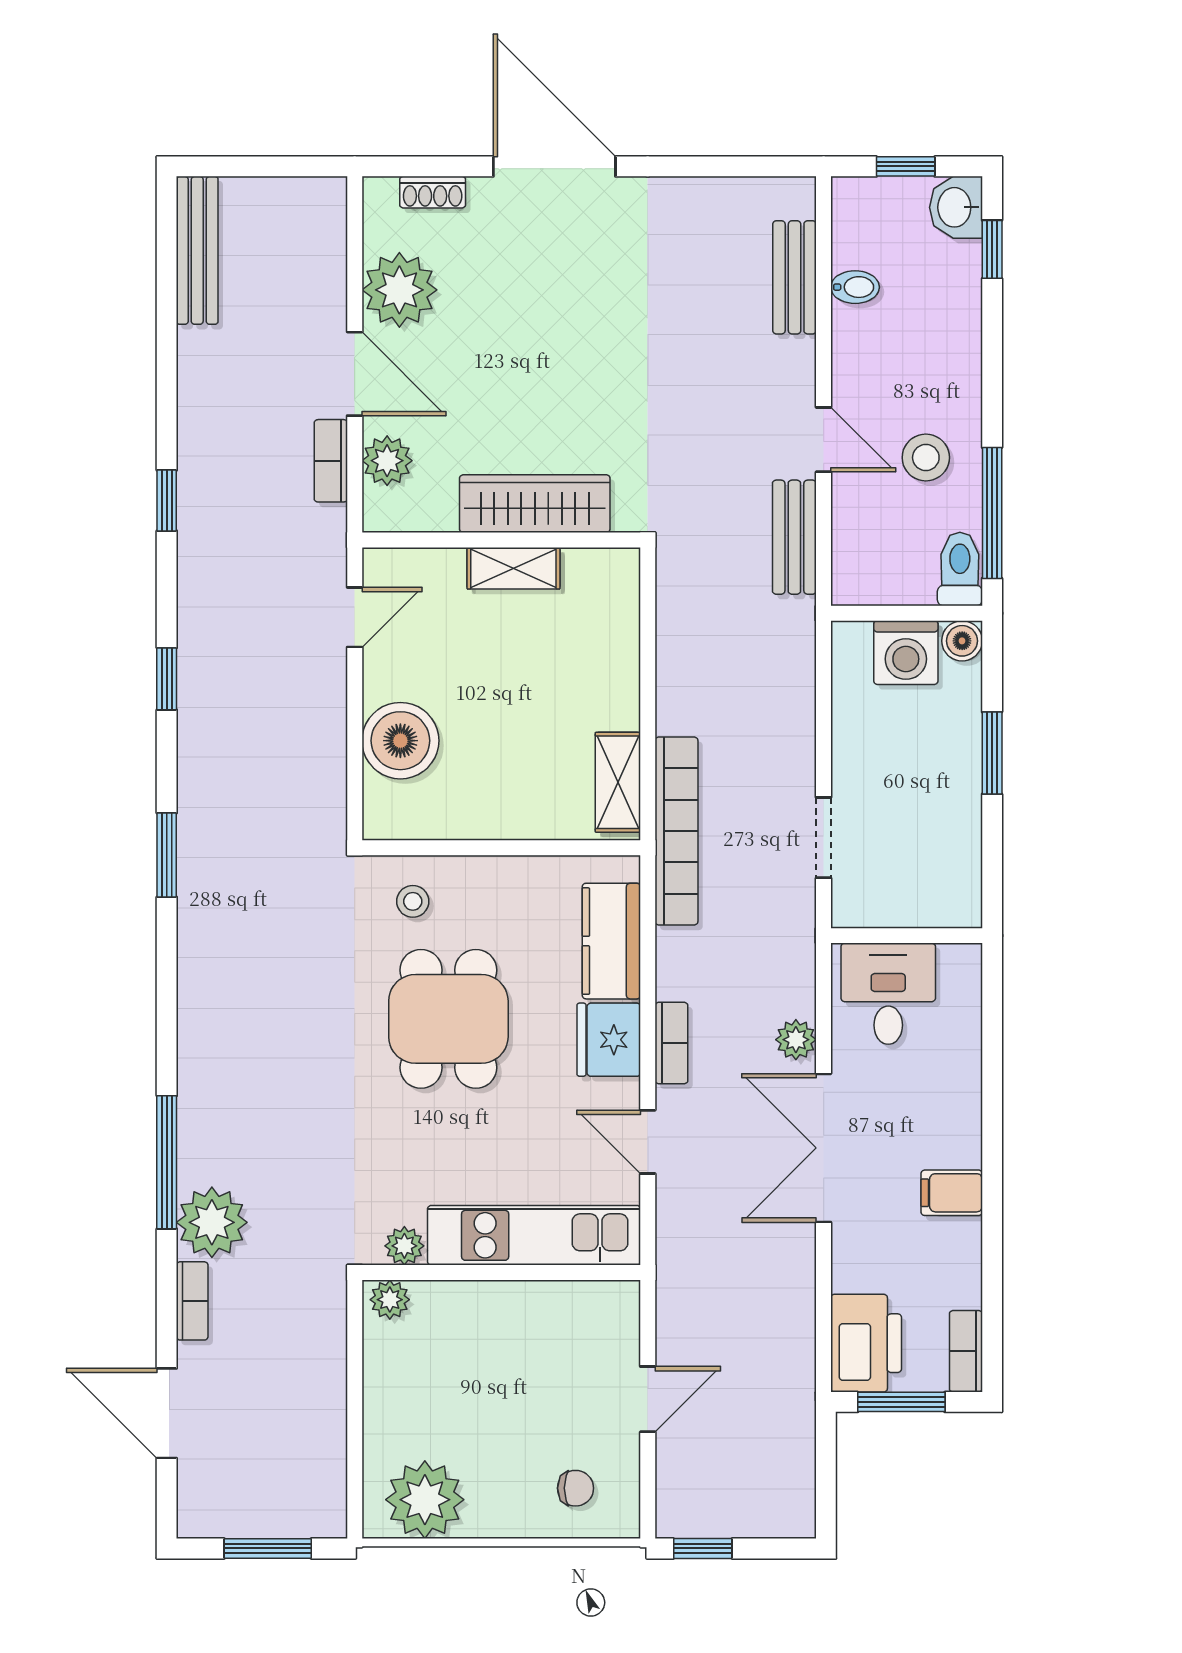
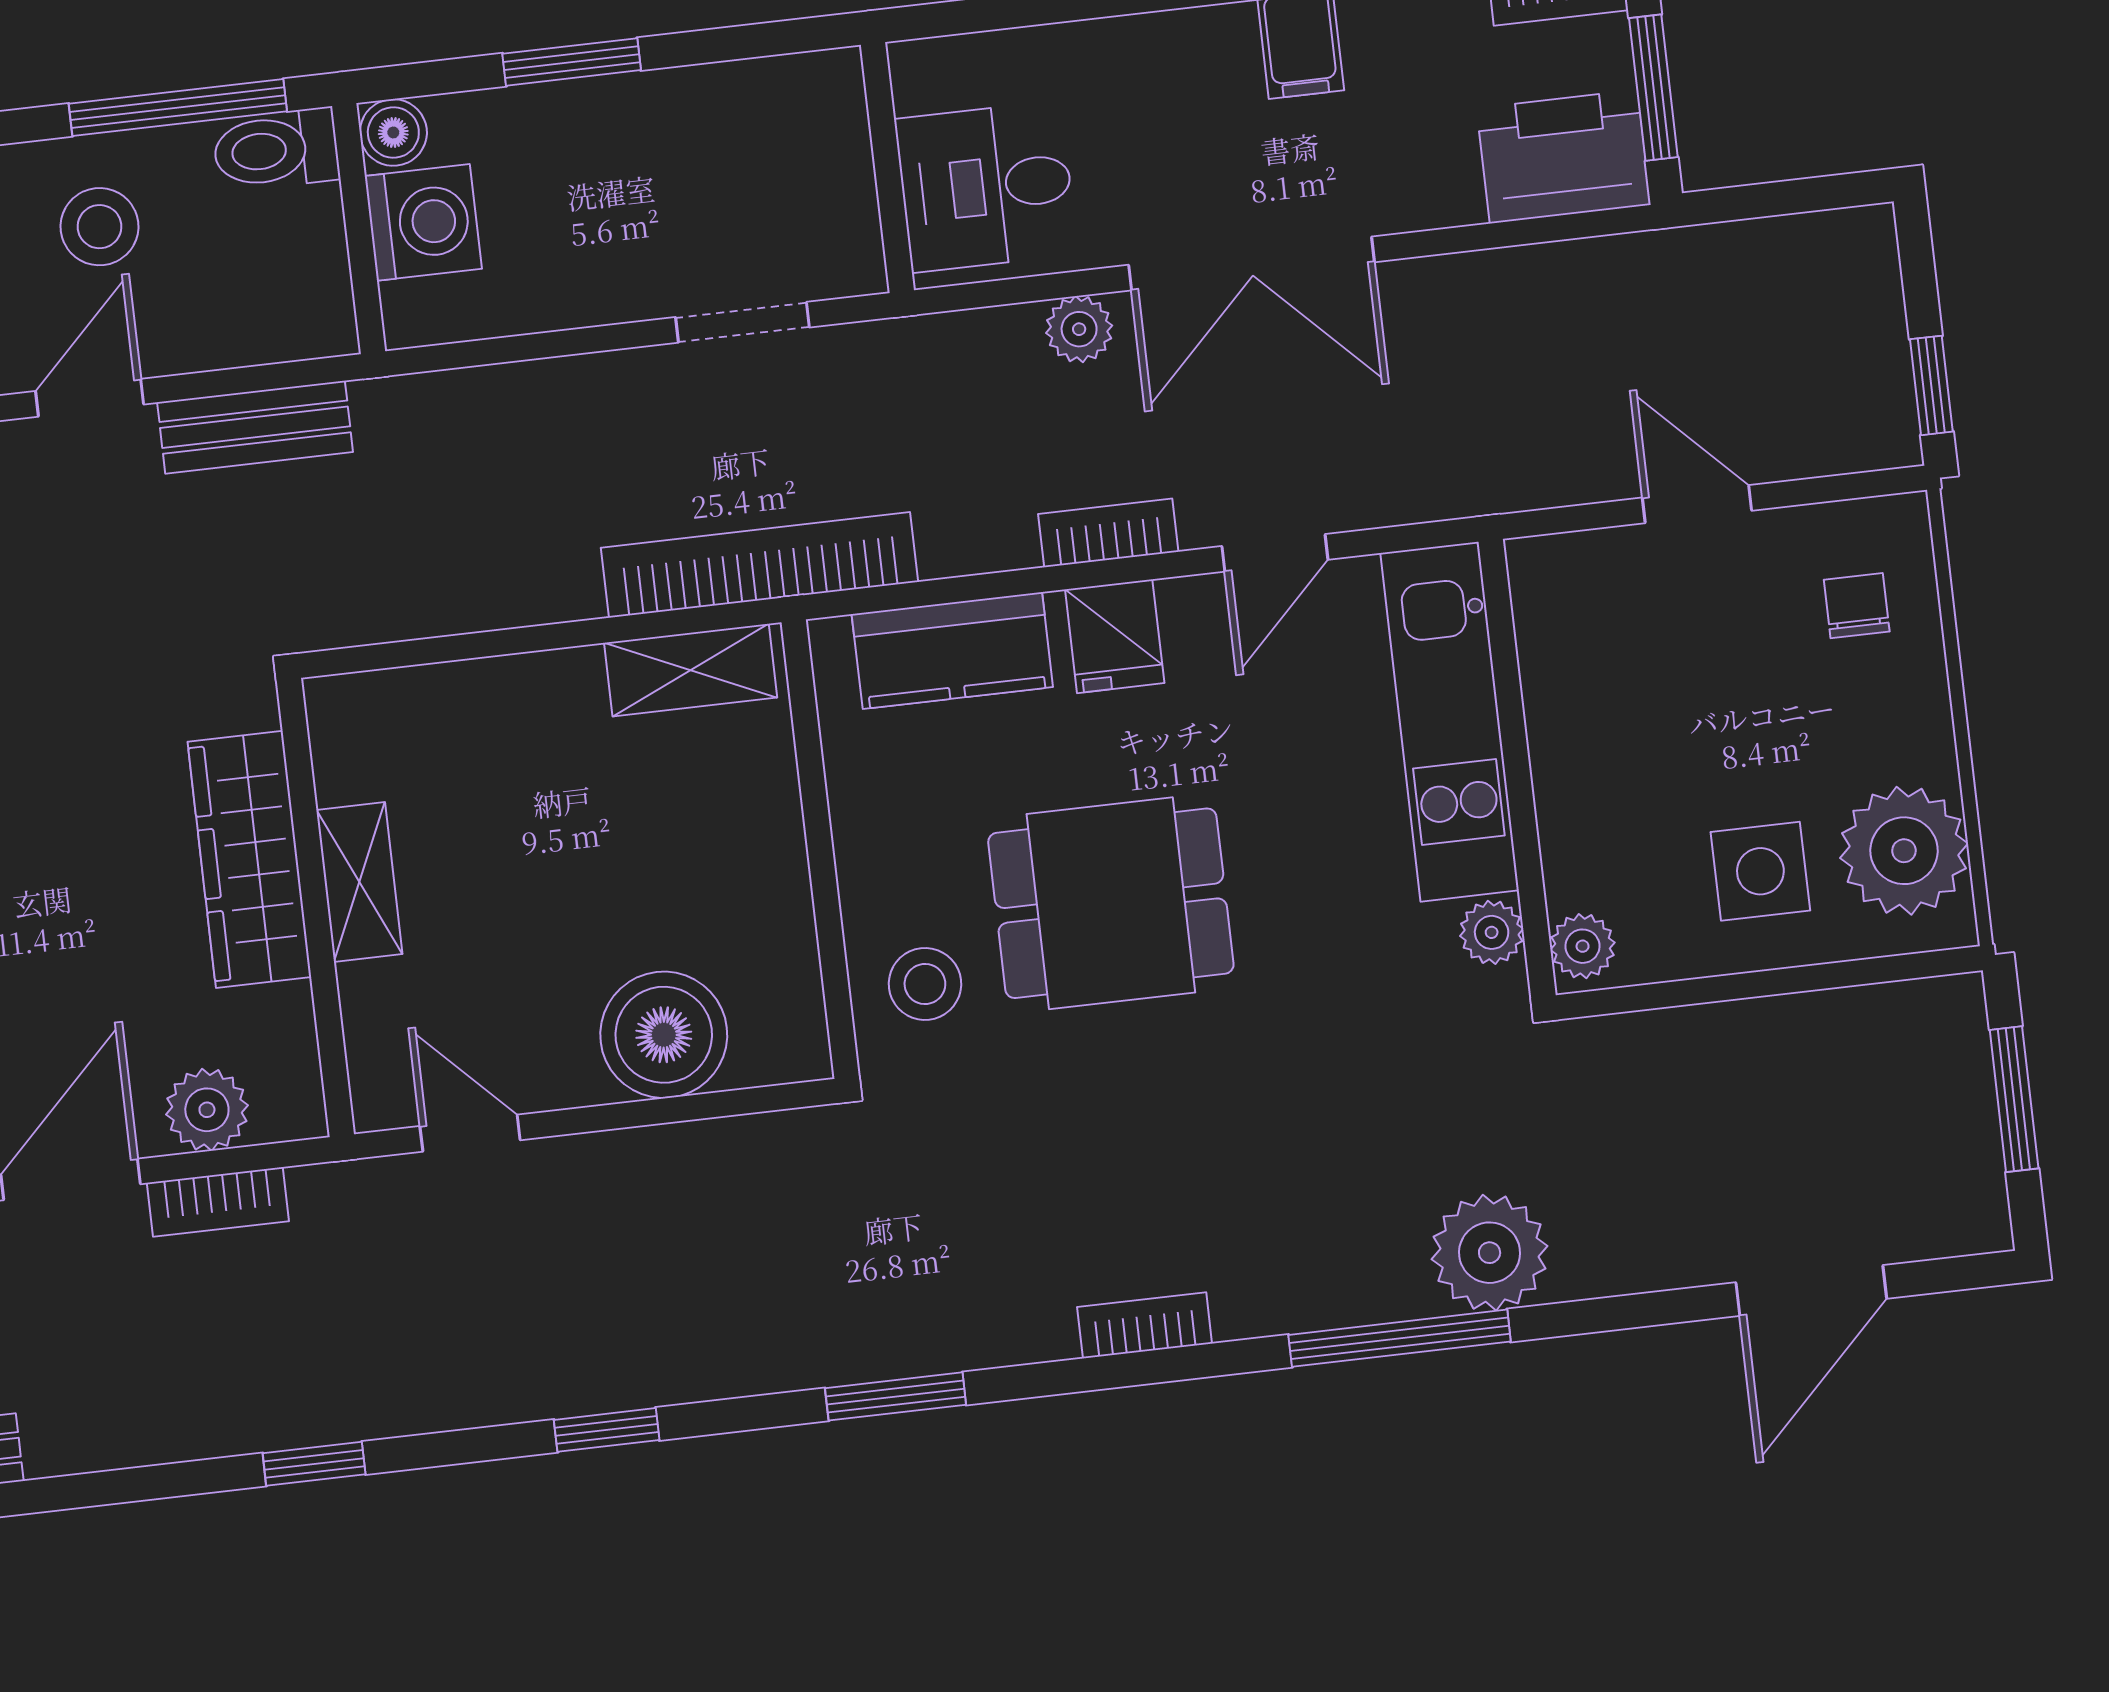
stool: (413, 901) -> (925, 984), width x1.37, depth x1.37
fridge: (609, 1040) -> (1115, 636), width x0.72
bookcase: (192, 1301) -> (1145, 1325), moved
side table: (422, 1412) -> (1760, 871), added

